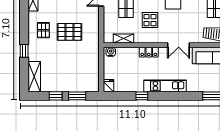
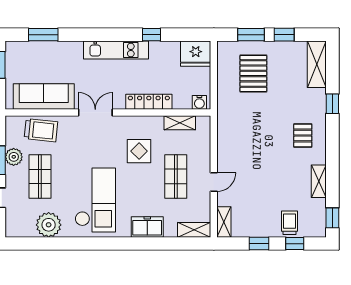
pallet: (69, 32) -> (253, 73), moved, turned 90
locker: (149, 52) -> (149, 102), width x1.53
fridge: (108, 86) -> (196, 54), width x1.88, depth x1.34

